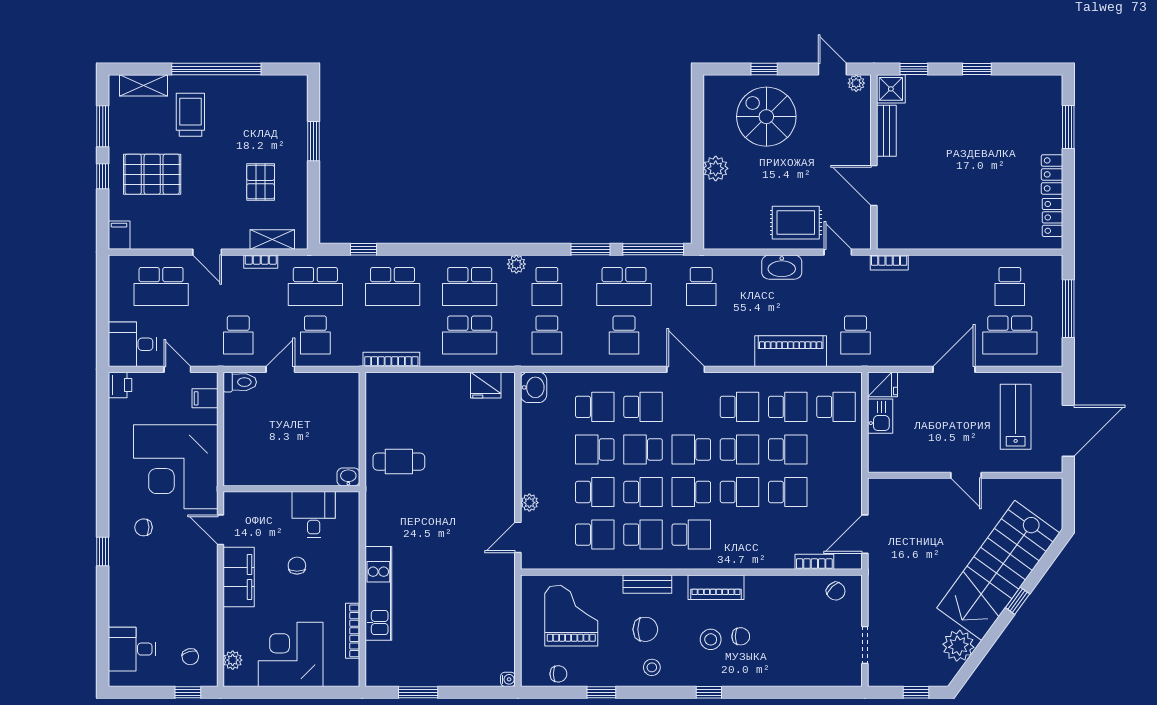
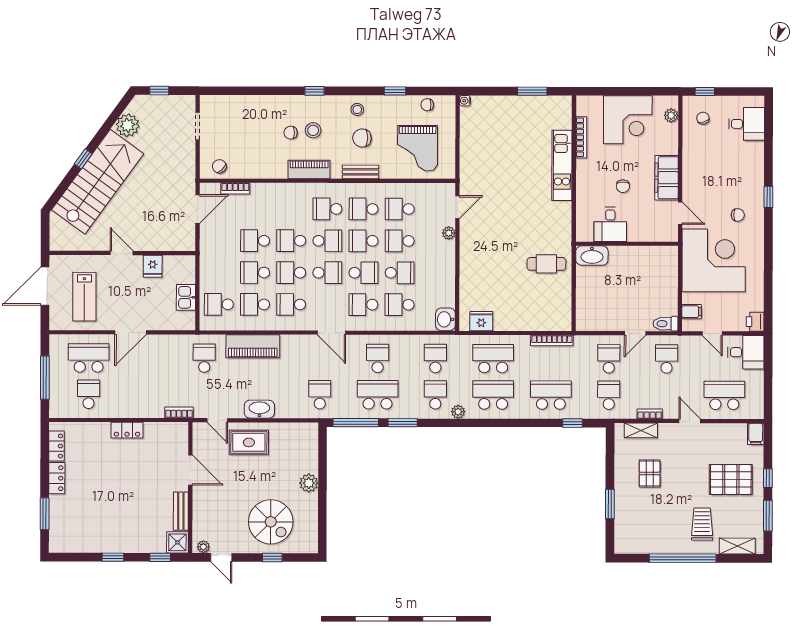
trolley: (190, 115) -> (702, 524), turned 180
locker: (958, 239) -> (127, 430), added
school desk: (315, 286) -> (609, 395), width x0.54
fridge: (882, 385) -> (153, 266), moved, turned -90
washbasin: (348, 477) -> (592, 256), width x1.91, depth x1.45

